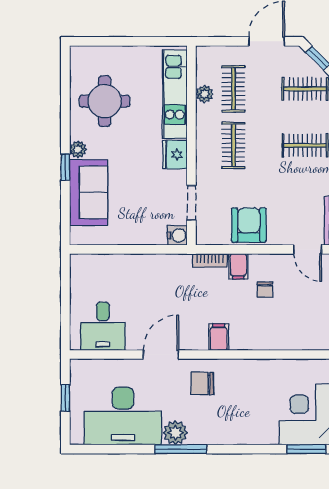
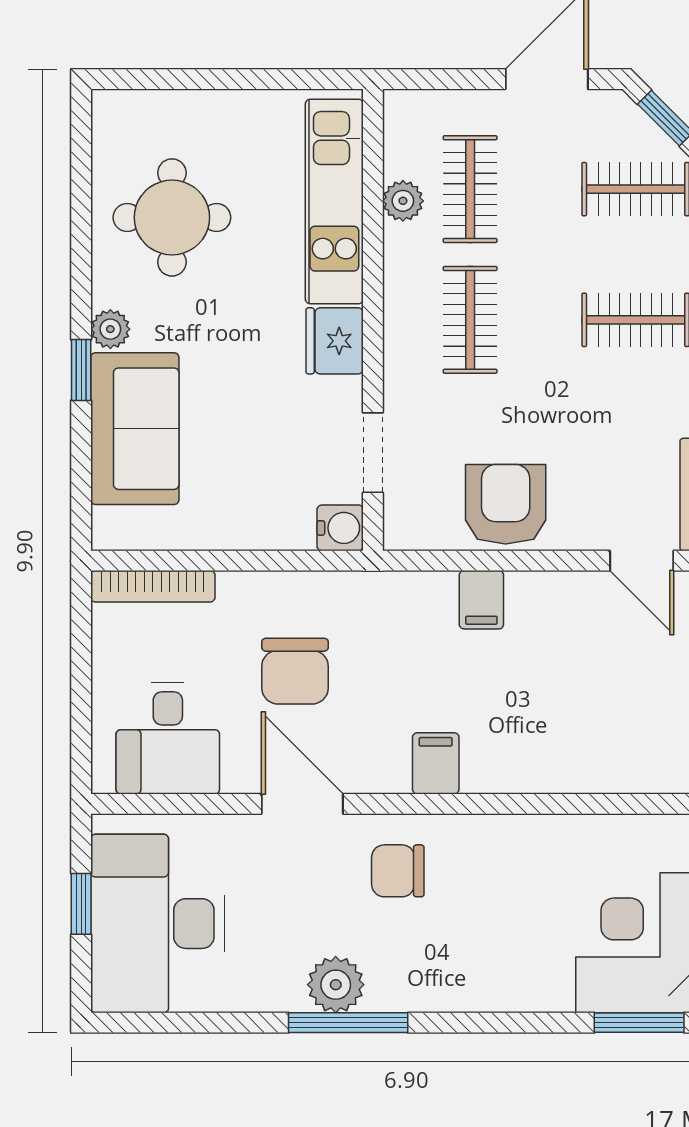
bookcase: (210, 261) -> (153, 586), moved, width x1.56
chair: (265, 290) -> (295, 671), moved, width x1.87, depth x1.87
door: (161, 355) -> (302, 804), hinge flipped
desk: (123, 416) -> (158, 924), moved, turned 90

